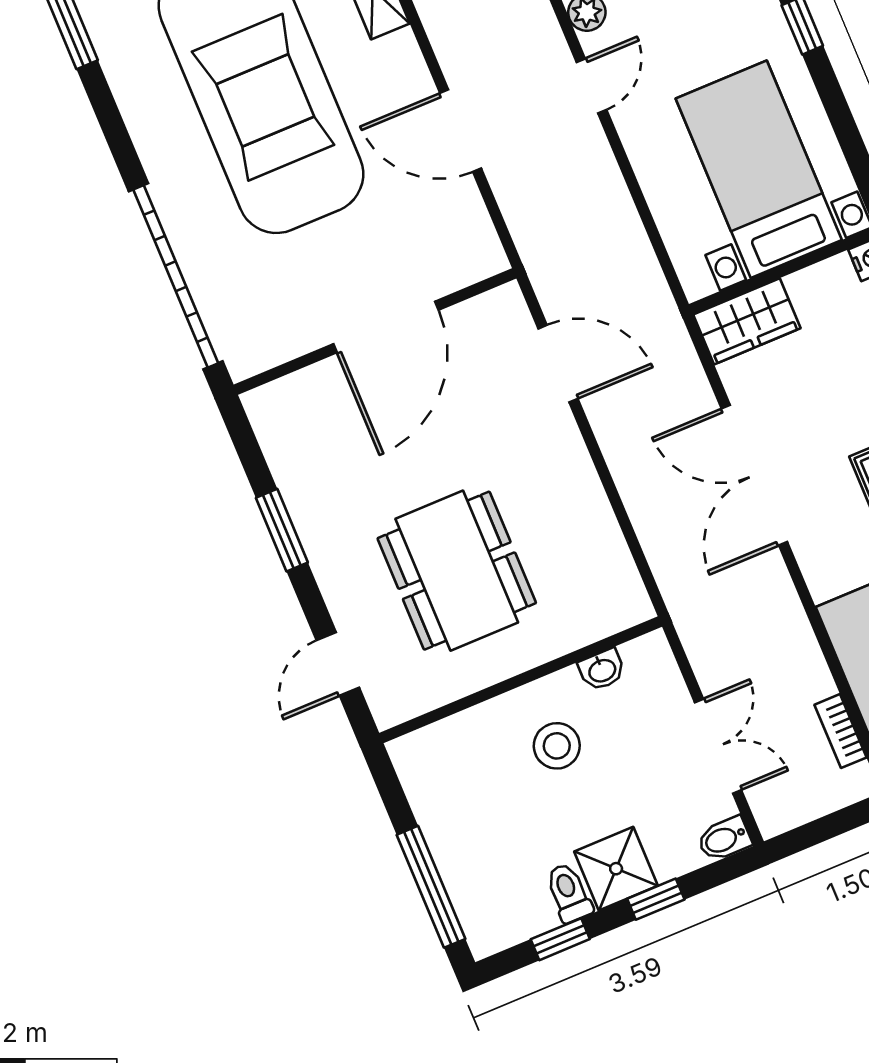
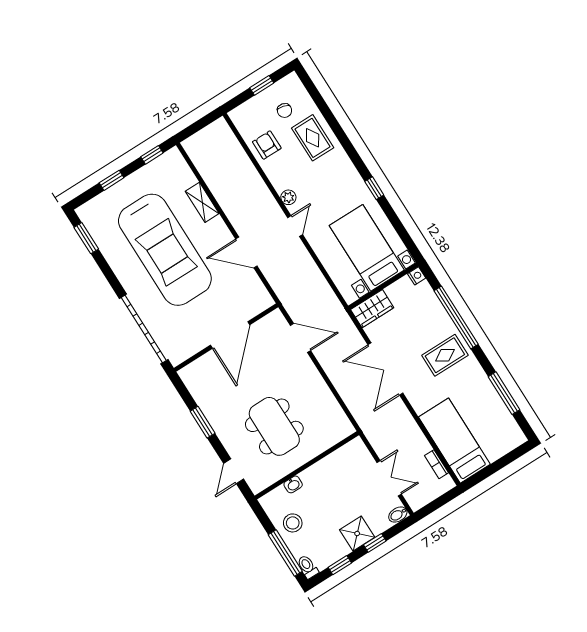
washbasin: (602, 670) -> (293, 484), moved
stool: (557, 746) -> (293, 523), moved
toilet: (569, 893) -> (308, 567), moved

